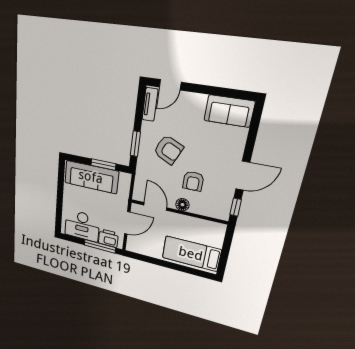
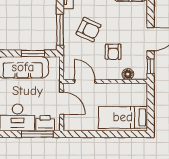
window: (135, 144) -> (60, 30), width x1.44
floor lamp: (182, 205) -> (128, 74), moved
door: (127, 223) -> (62, 103), hinge flipped

